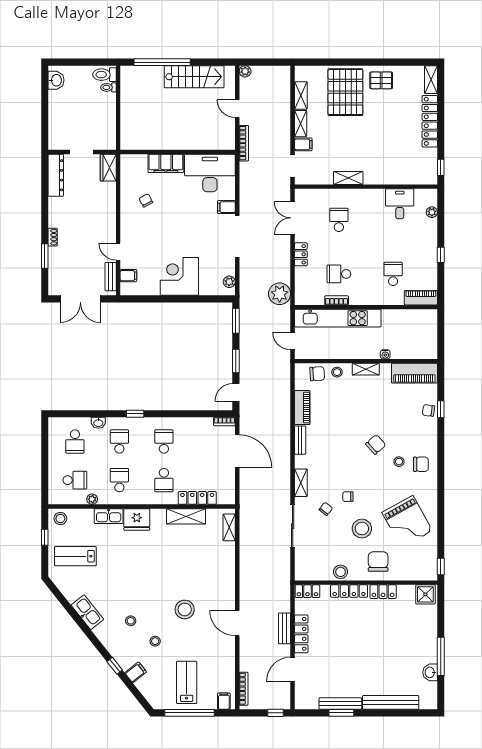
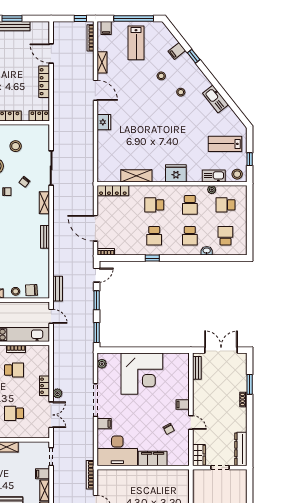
school desk: (339, 220) -> (14, 413), turned 90
door: (118, 252) -> (191, 423), moved
filing cabinet: (128, 276) -> (183, 404), moved
corner desk: (179, 276) -> (142, 374), width x1.36, depth x1.36
plant: (280, 294) -> (57, 393), moved, width x0.53, depth x0.53
piano: (302, 408) -> (43, 263), removed
window: (135, 414) -> (152, 258), moved
school desk: (164, 480) -> (154, 205), turned -90
locker: (197, 498) -> (113, 191), moved
kitchen sink: (109, 516) -> (214, 176), moved
shelving: (229, 527) -> (102, 62), moved
lab bench: (75, 556) -> (225, 144), turned 180
stool: (341, 572) -> (16, 146), moved
fridge: (227, 583) -> (104, 122), added
stool: (185, 609) -> (138, 101), removed
bench: (285, 628) -> (58, 289), moved
door: (293, 669) -> (51, 53), swing flipped
window: (276, 713) -> (80, 18), moved

